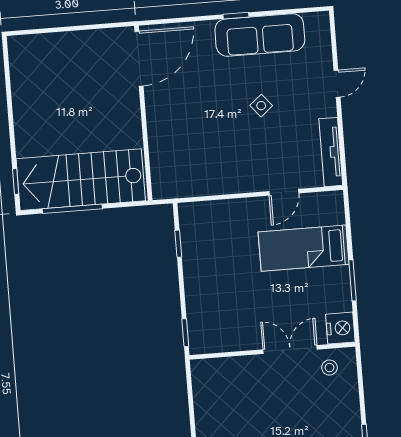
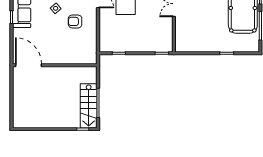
armchair: (237, 148) -> (75, 21), added
stairs: (81, 180) -> (89, 106), width x0.73, depth x0.66

